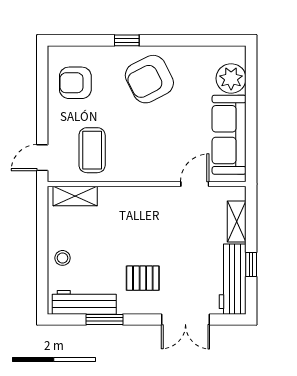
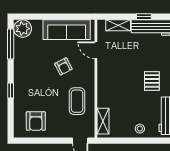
window: (205, 40) -> (11, 44), added
plant: (231, 78) -> (23, 29), moved
armchair: (149, 79) -> (63, 66), moved, width x0.53, depth x0.53
coffee table: (92, 150) -> (77, 101), moved, turned 90

